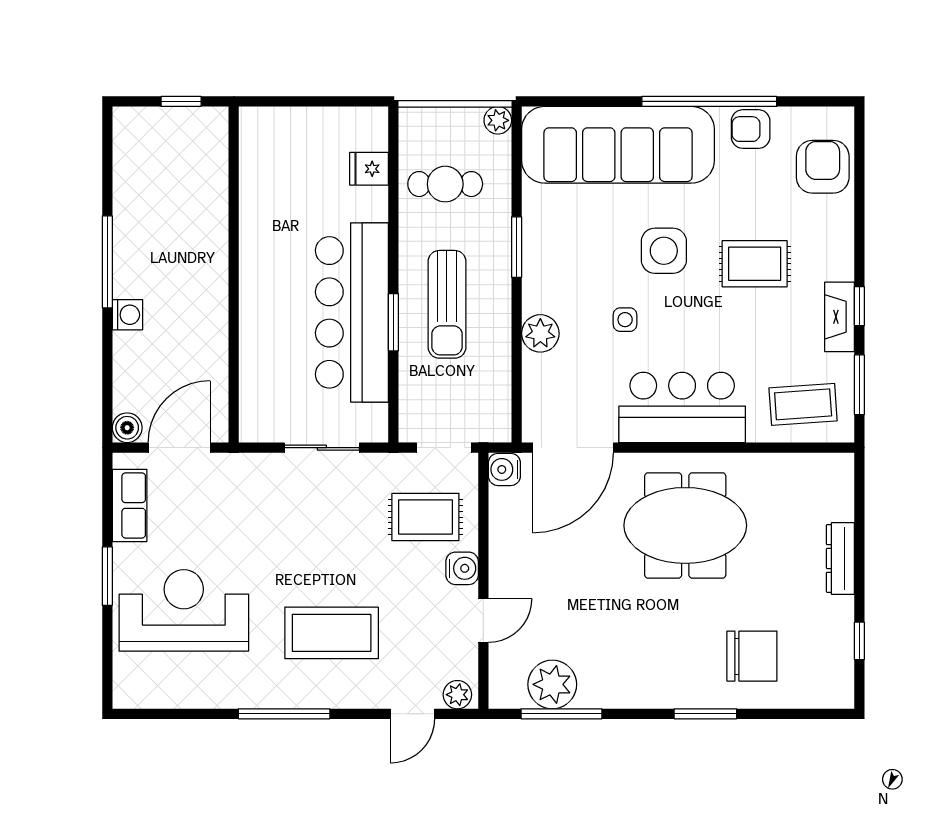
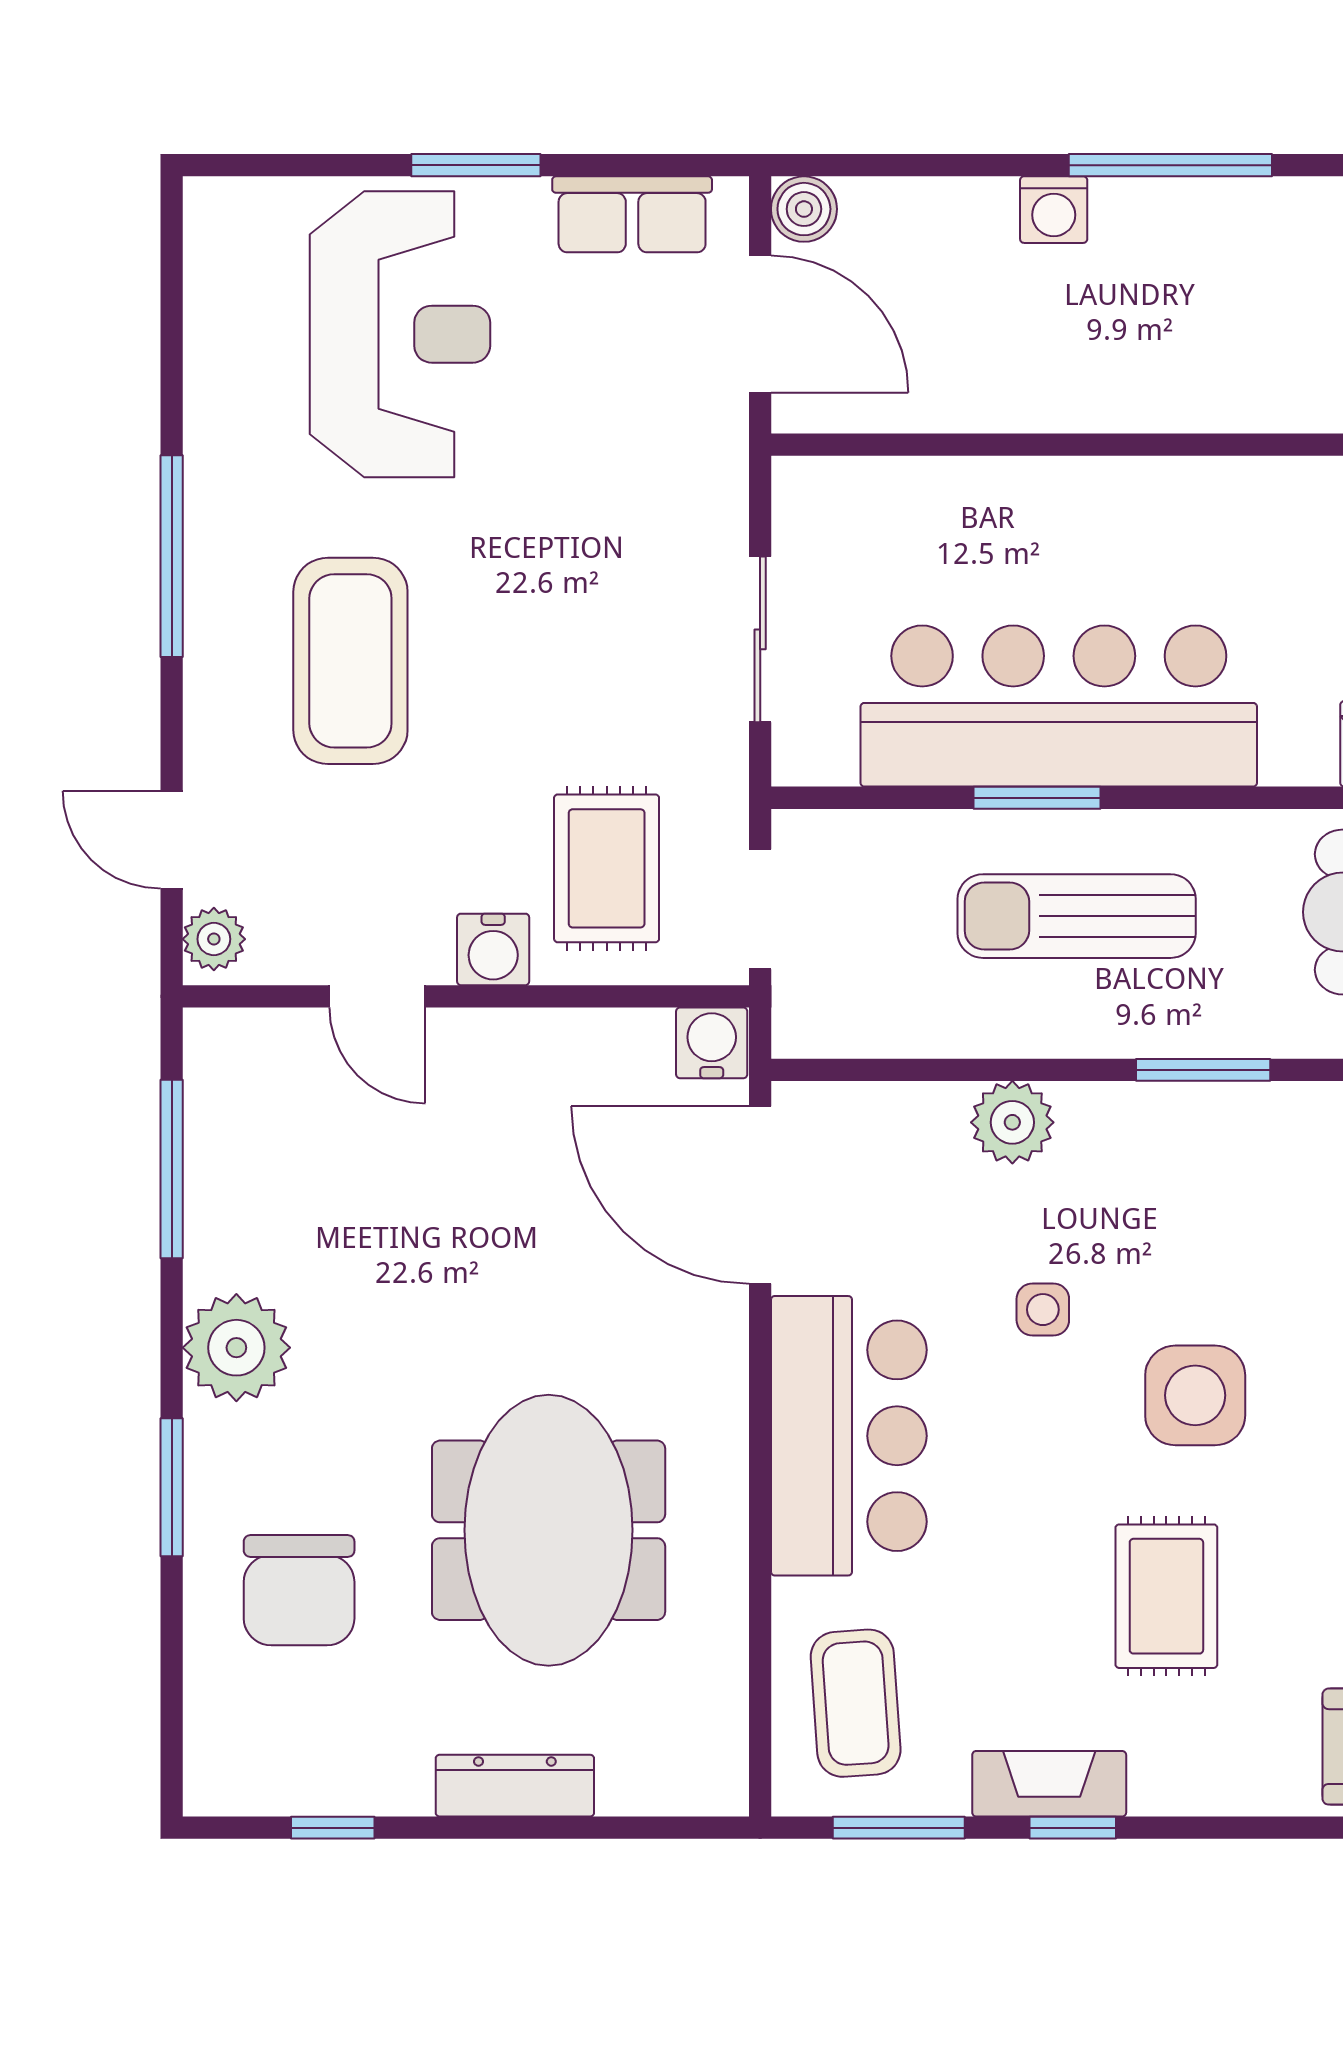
meeting table: (685, 525) -> (549, 1530), moved
plant: (552, 684) -> (236, 1348), moved

